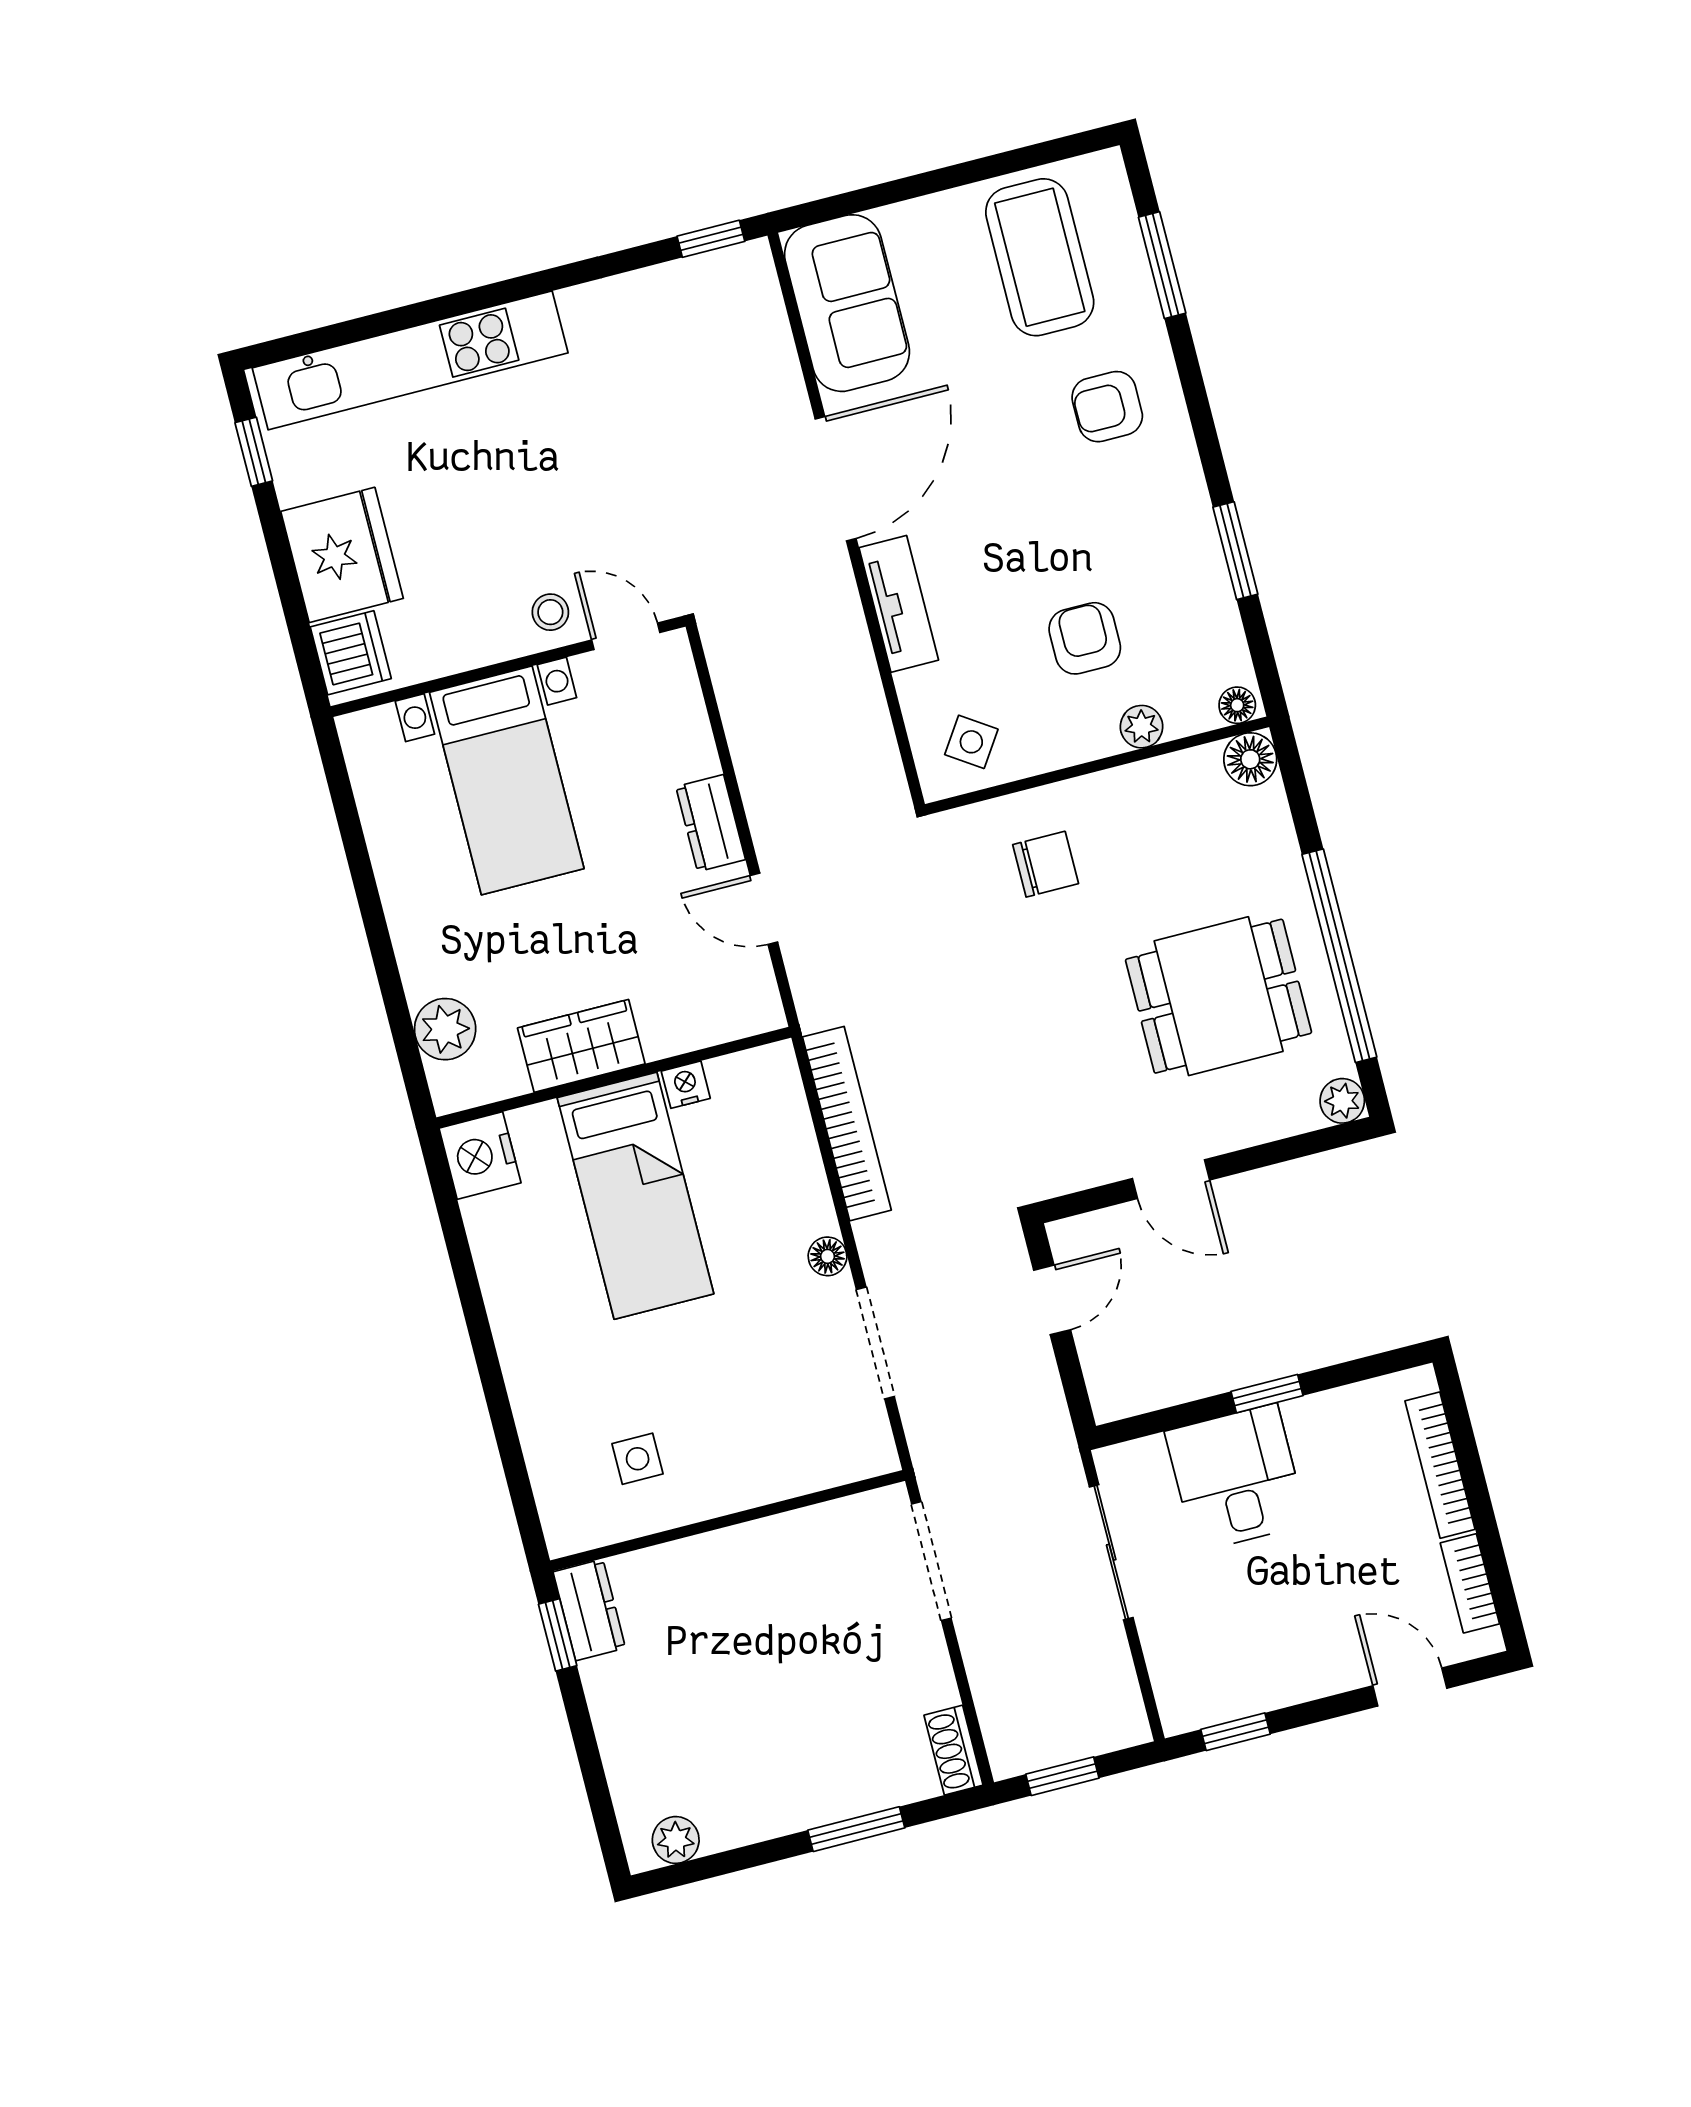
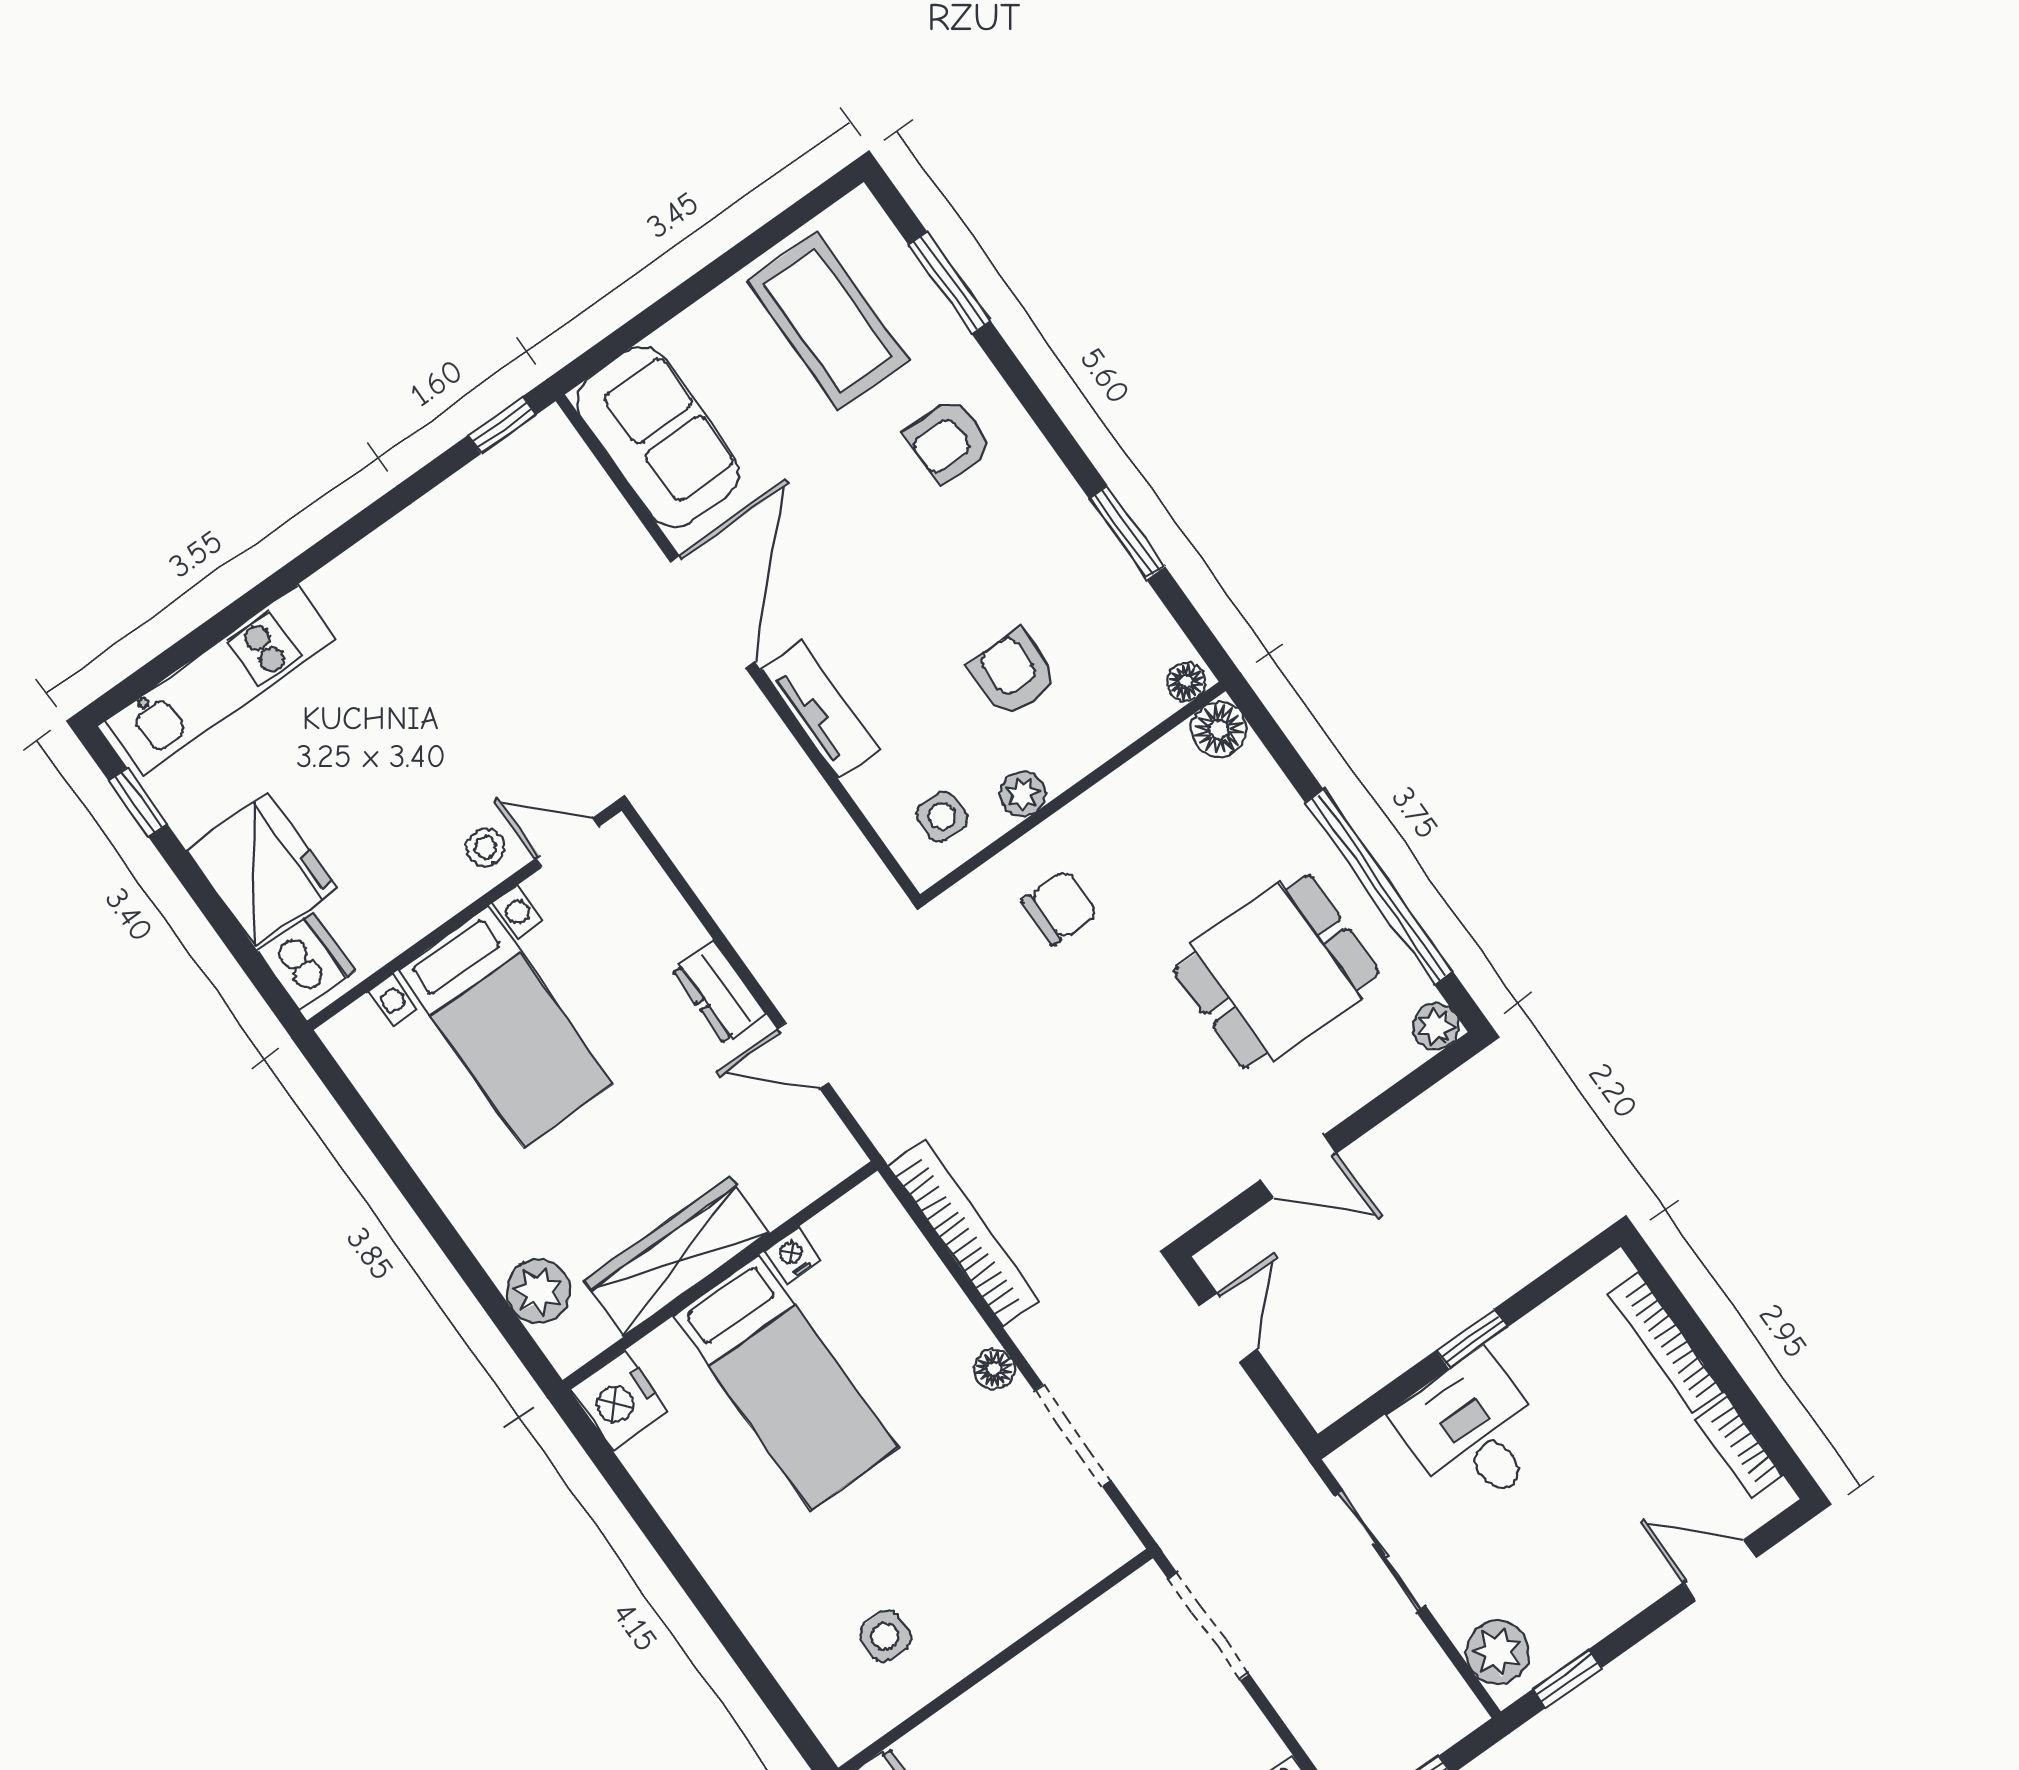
kitchen unit: (410, 360) -> (220, 680), width x0.73
plant: (1141, 727) -> (1023, 794), moved
side table: (971, 742) -> (942, 816), turned -34
wardrobe: (581, 1046) -> (677, 1257), width x1.50
plant: (1182, 1684) -> (1498, 1652), added

